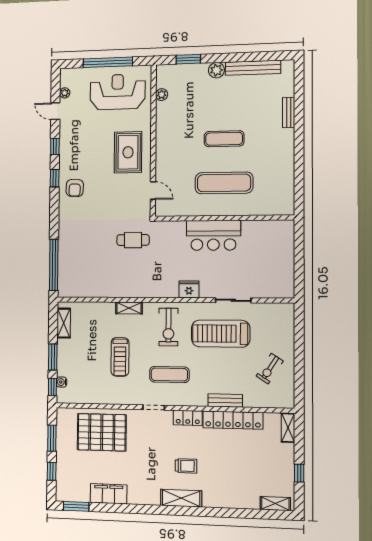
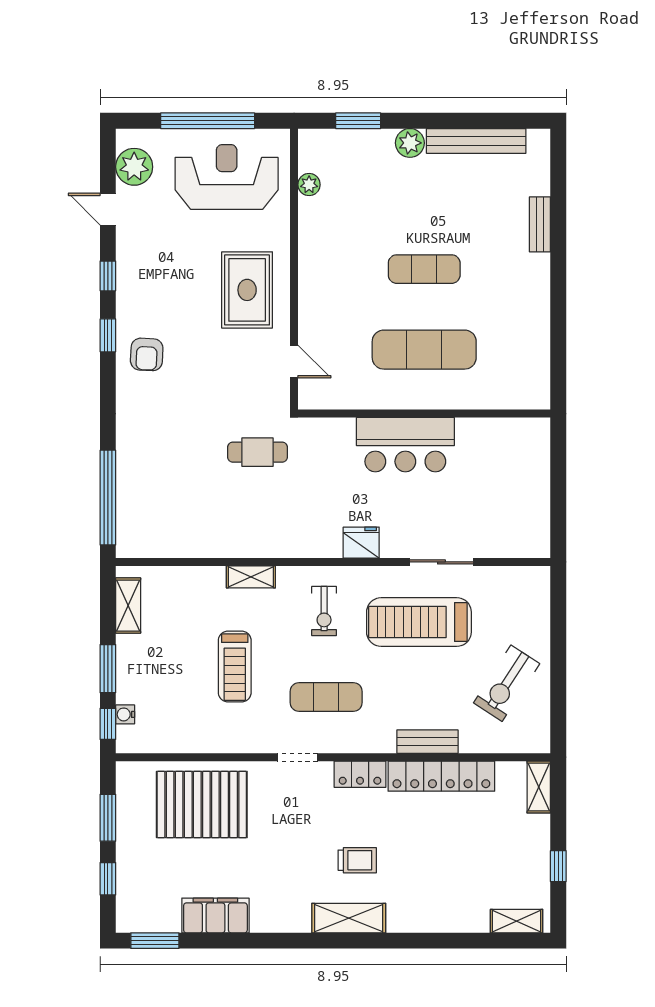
plant: (65, 93) -> (134, 167), width x1.88, depth x1.88
exercise bike: (168, 327) -> (324, 611), width x0.73, depth x0.72
exercise bike: (270, 369) -> (507, 683), width x1.38, depth x1.39

